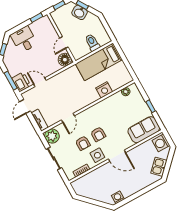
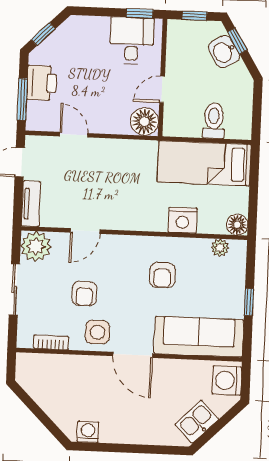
desk: (24, 39) -> (132, 41), moved
floor lamp: (127, 78) -> (237, 225), added
printer: (21, 82) -> (42, 83), moved
sofa: (144, 130) -> (199, 337), width x1.36
armchair: (98, 134) -> (162, 275), moved

